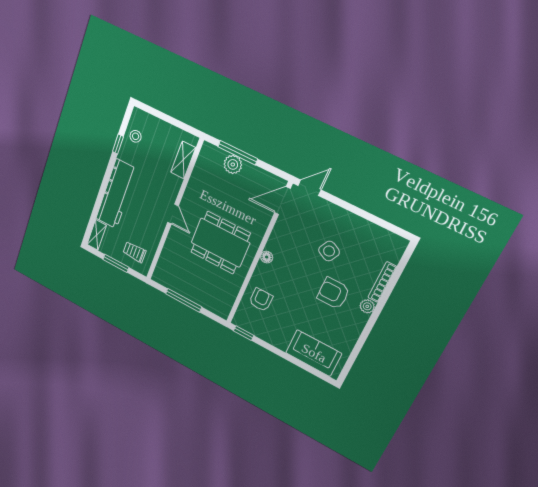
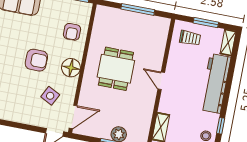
dining table: (220, 243) -> (116, 69), width x0.73
side table: (329, 251) -> (50, 96), moved
floor lamp: (267, 257) -> (71, 68), width x1.89, depth x1.89
armchair: (333, 293) -> (36, 60), moved

